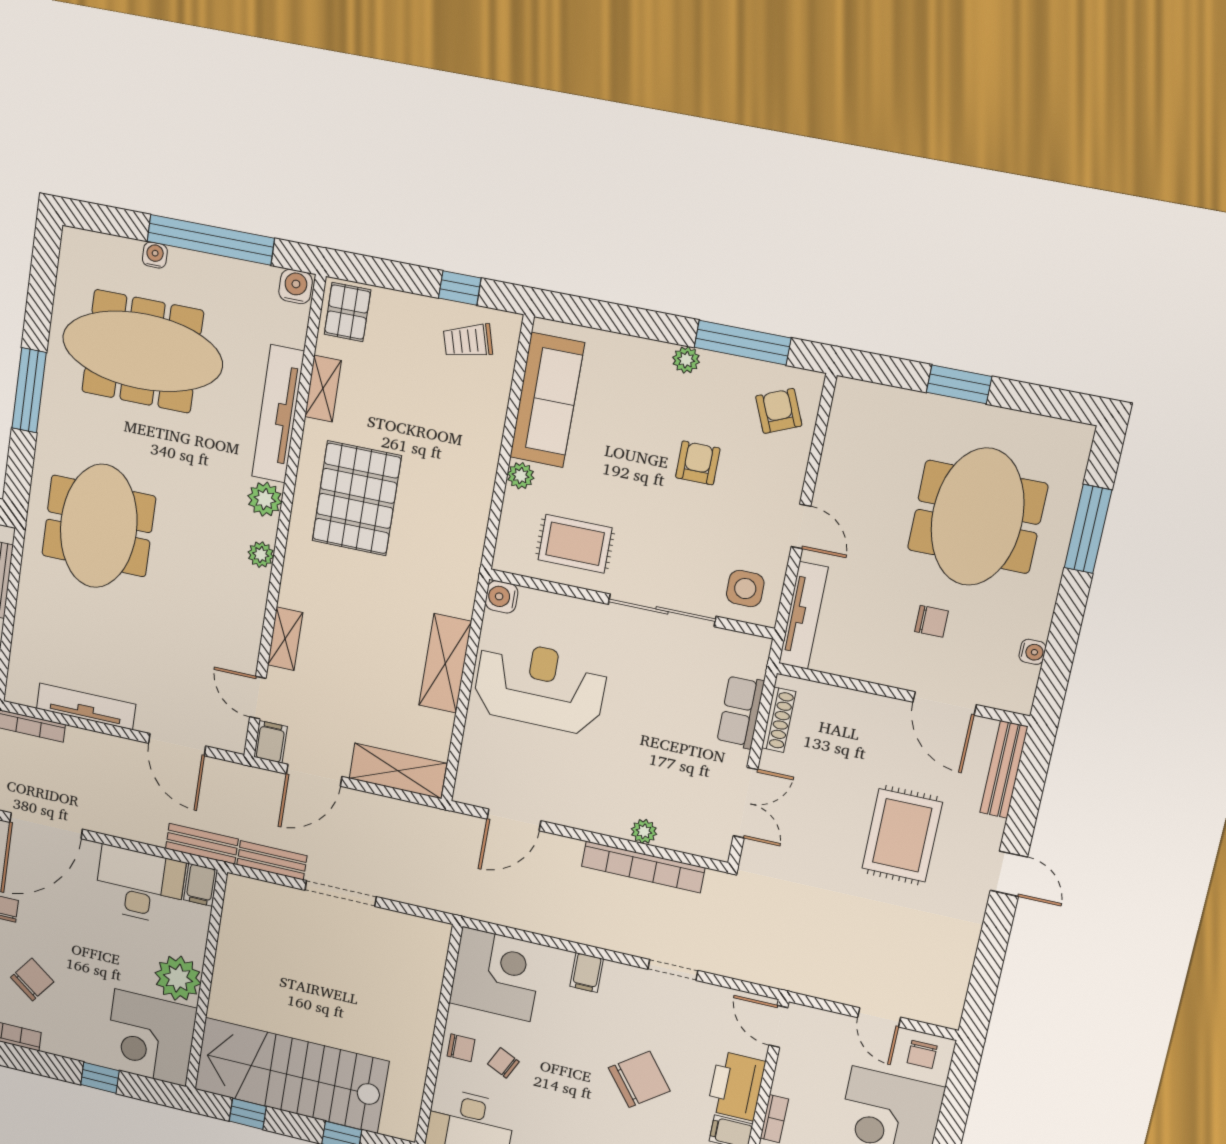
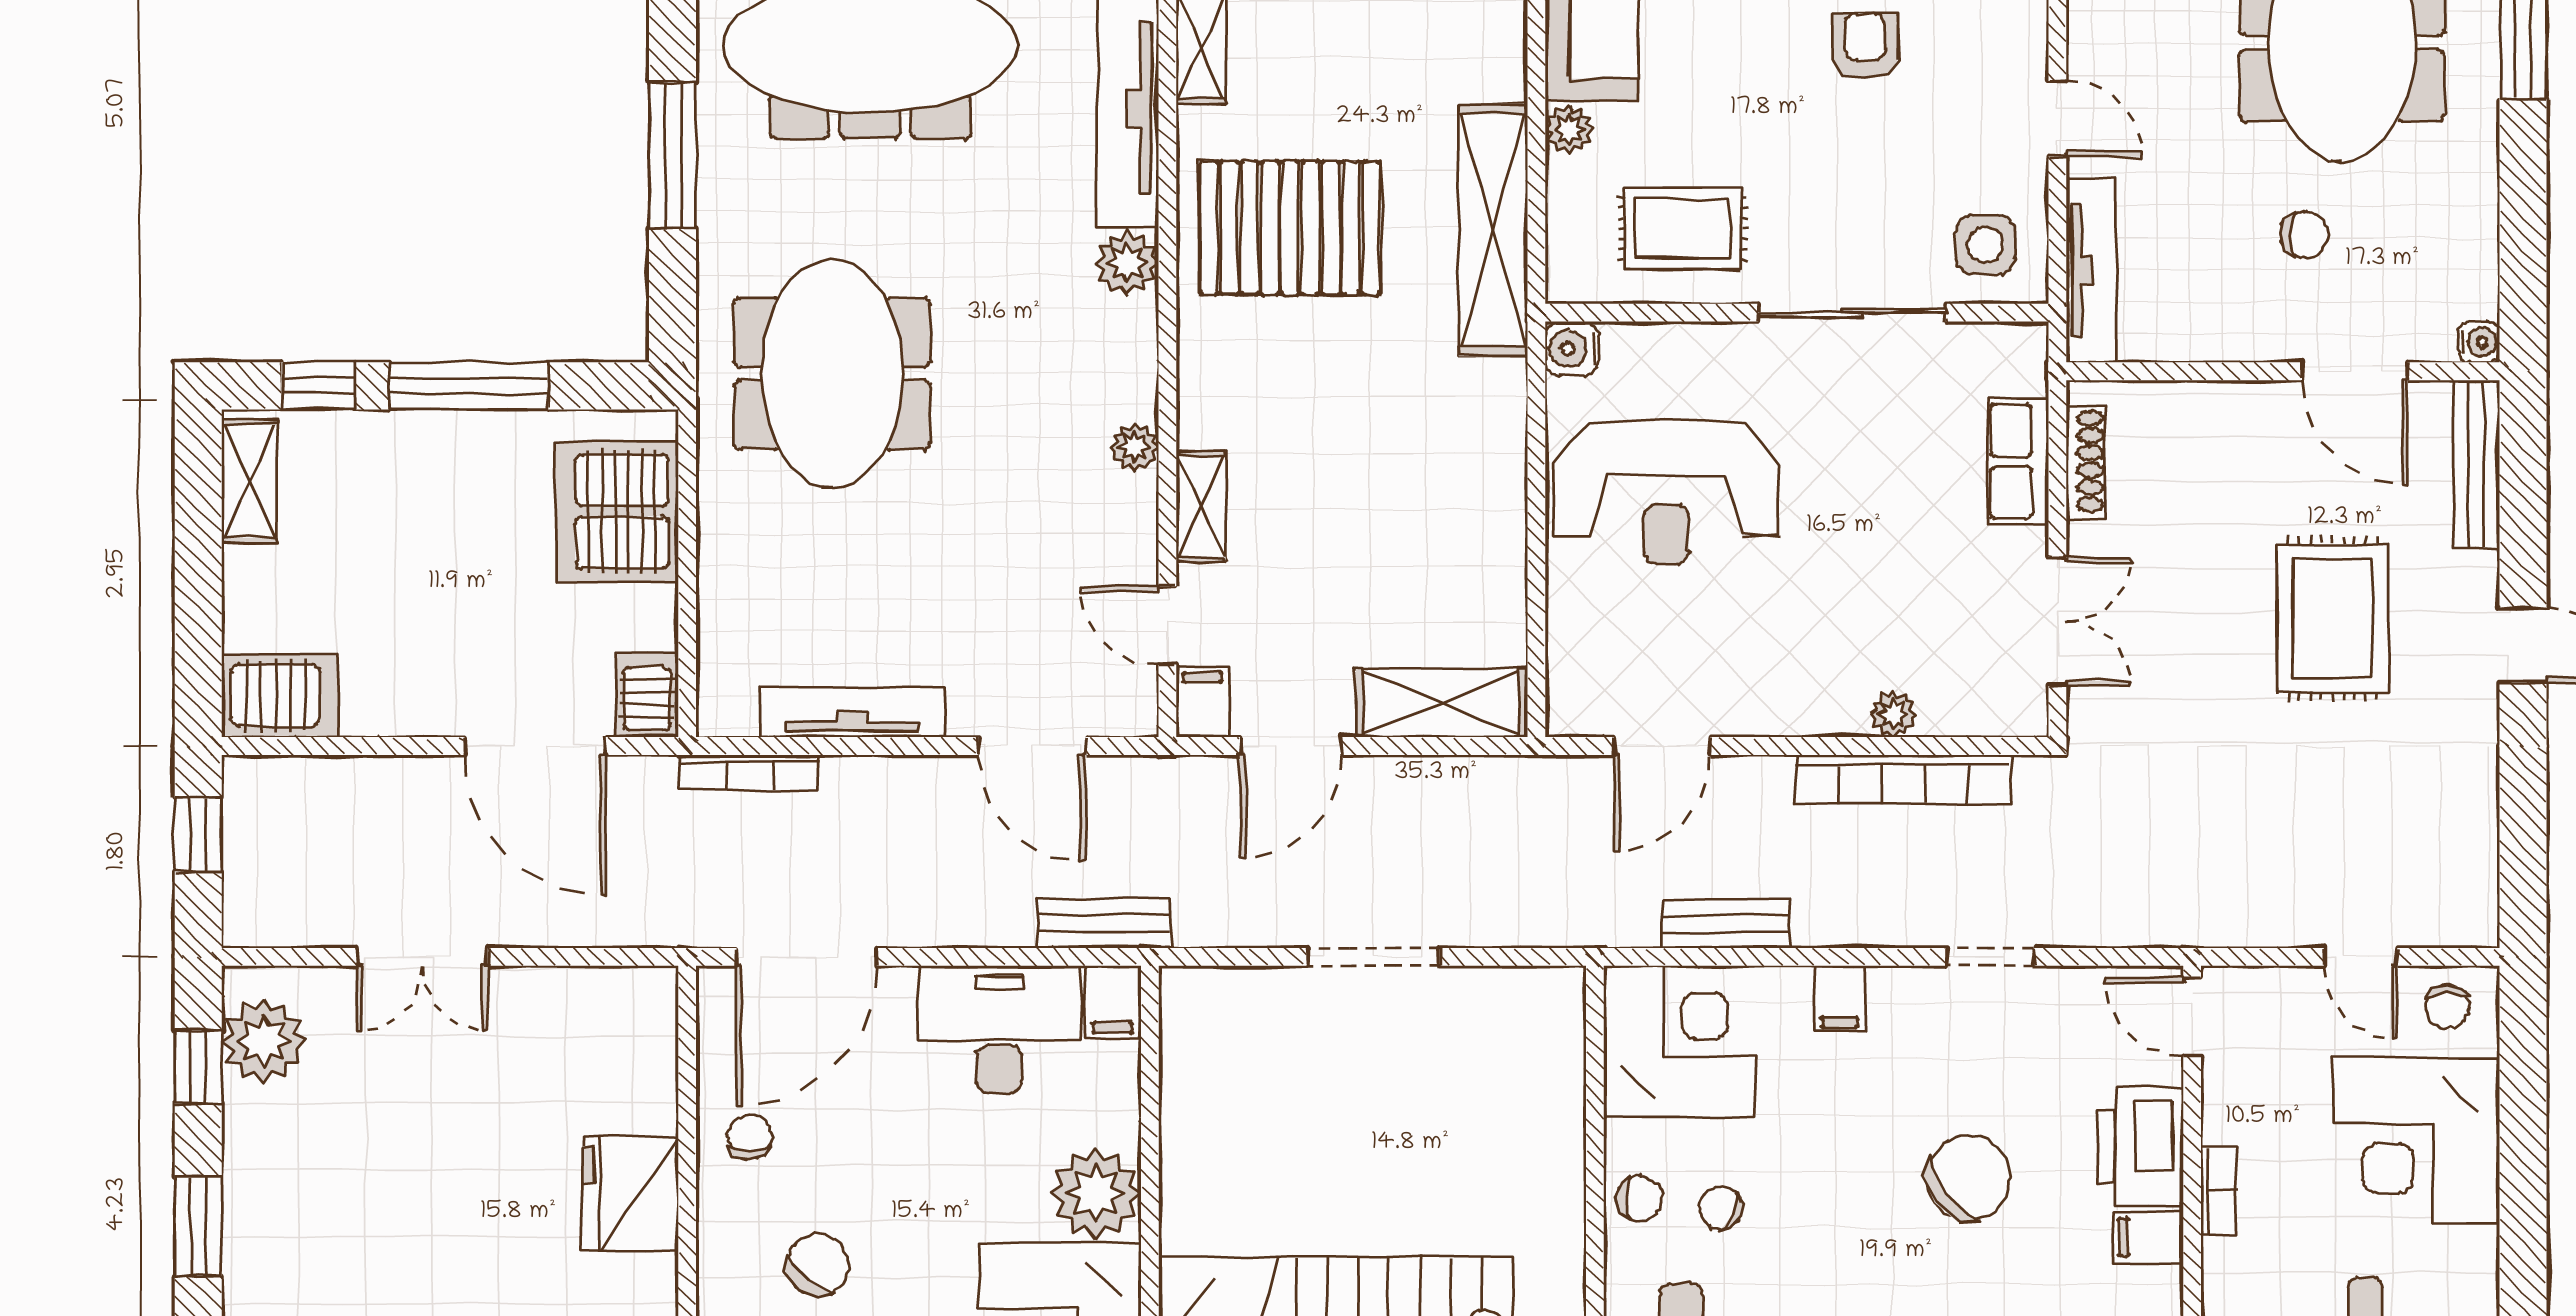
pallet: (357, 498) -> (1290, 228), turned 90
plant: (261, 555) -> (1134, 447), moved
water cooler: (1032, 652) -> (2479, 342), moved
shelving: (445, 663) -> (1493, 230), moved, width x1.47
reception desk: (540, 686) -> (1666, 493), turned 180
bench: (272, 860) -> (1726, 924), moved

